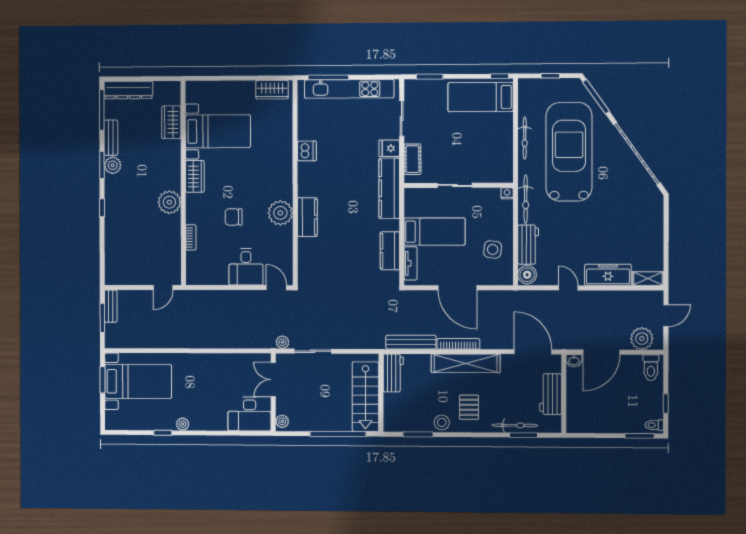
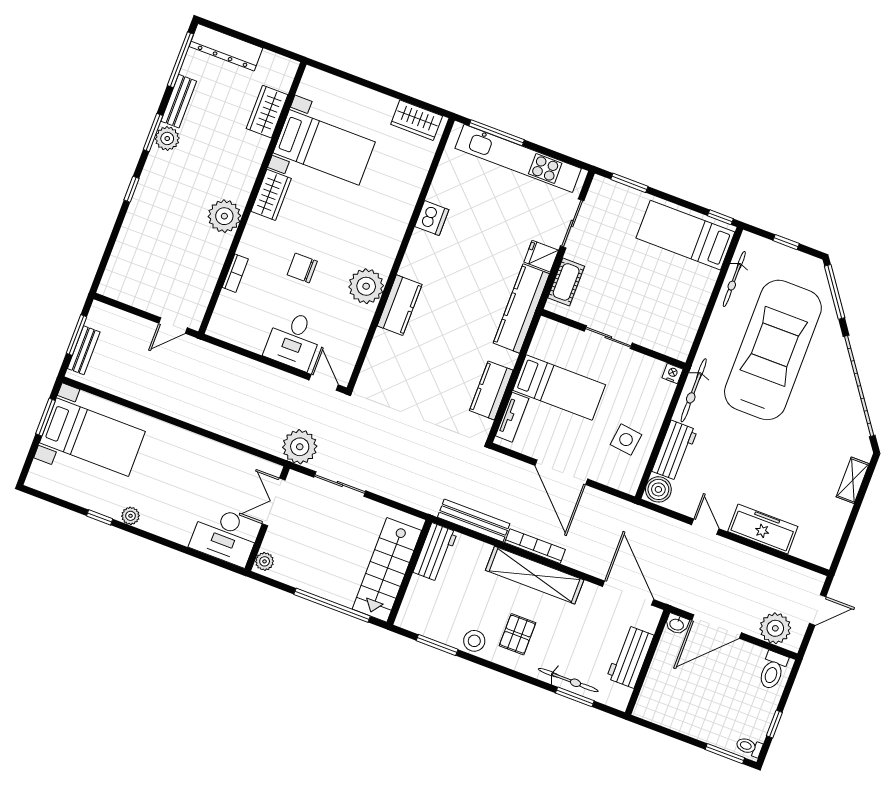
bicycle: (525, 138) -> (734, 279), moved
shelving: (648, 279) -> (853, 480), moved, turned 90
bench: (111, 306) -> (84, 350), moved
plant: (282, 342) -> (300, 447), width x1.88, depth x1.88

